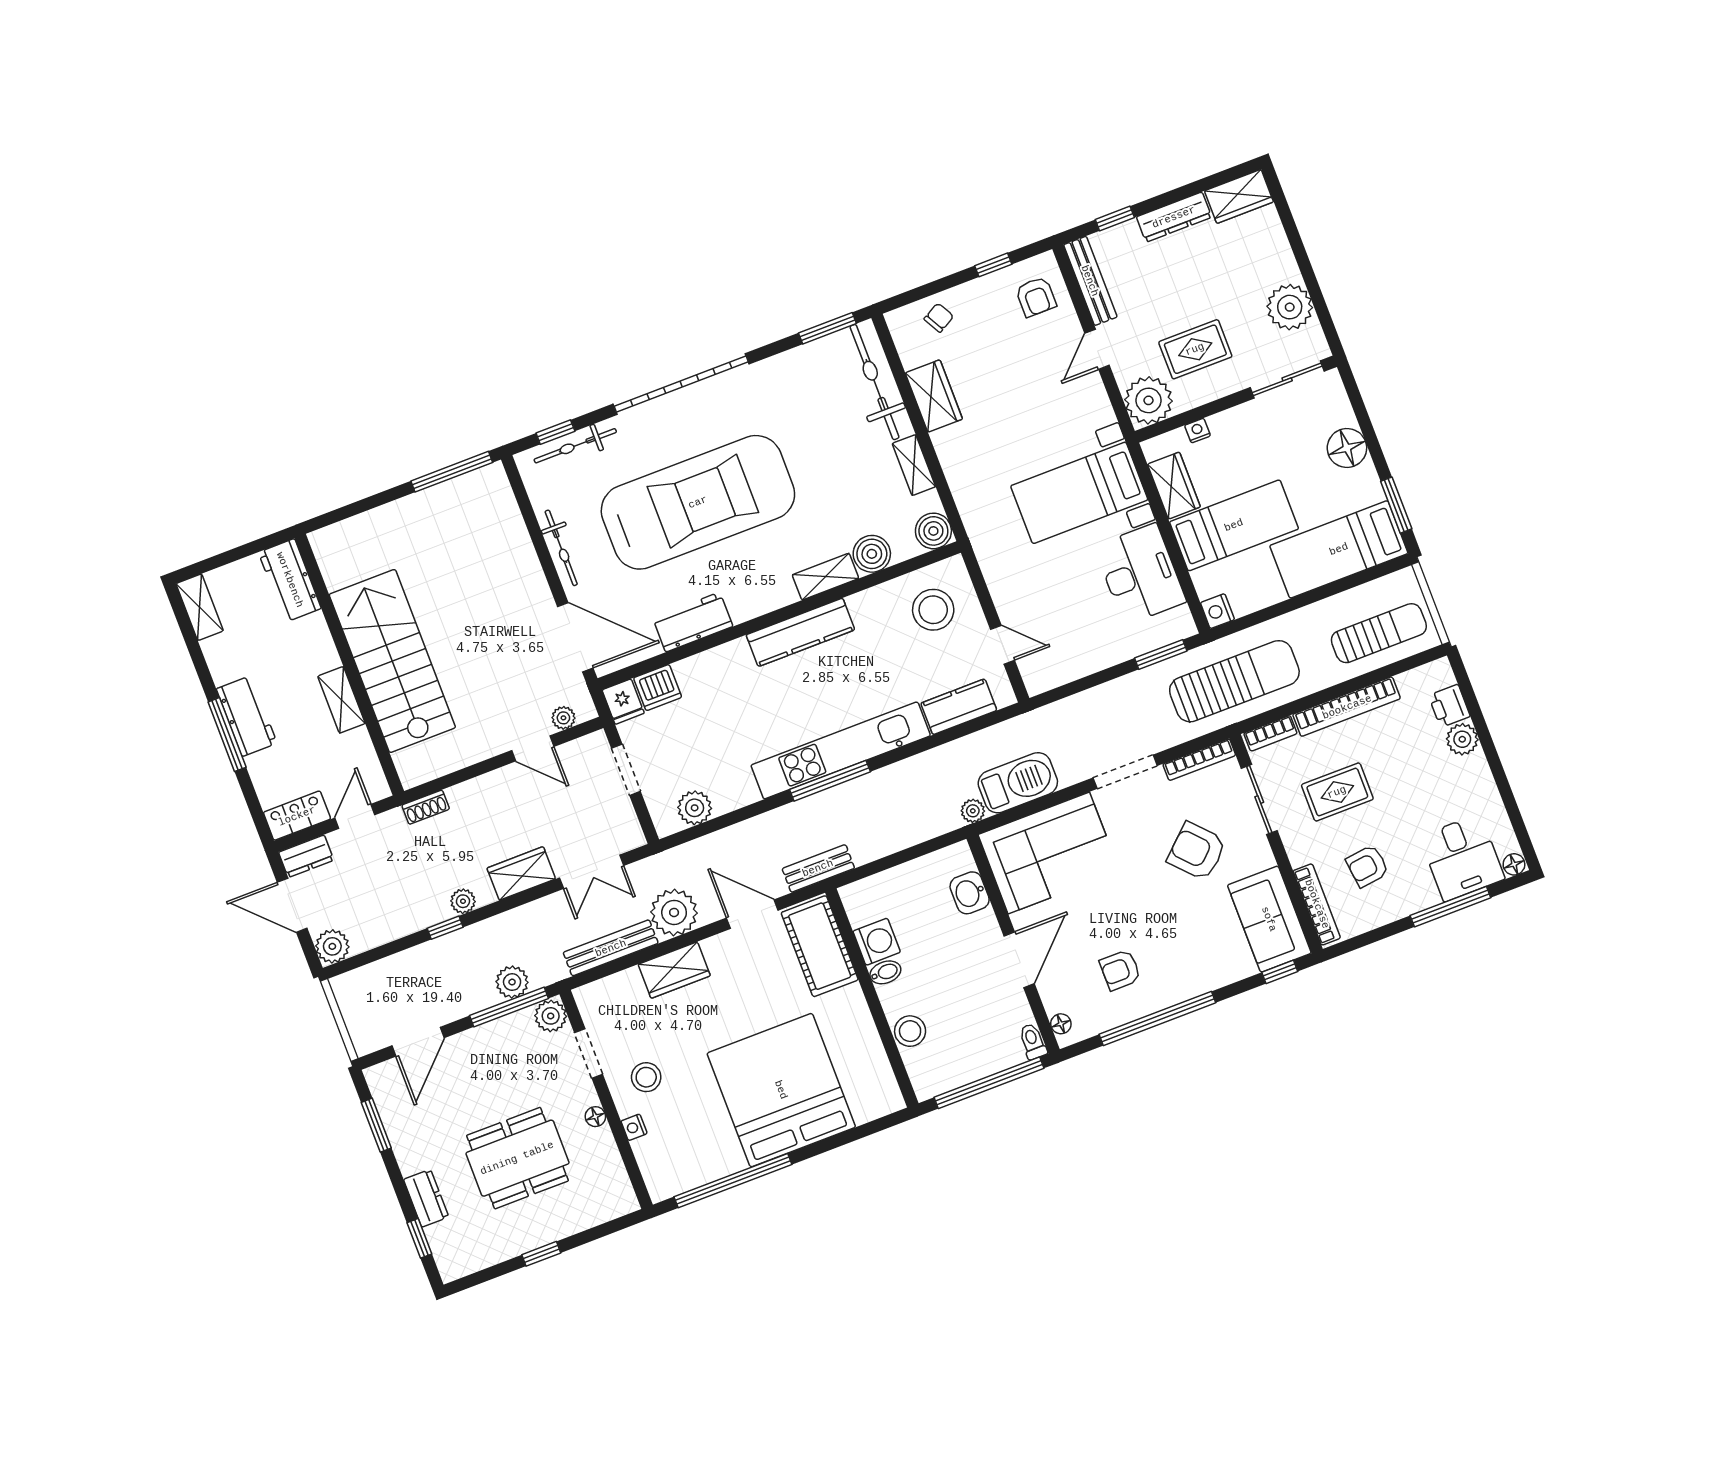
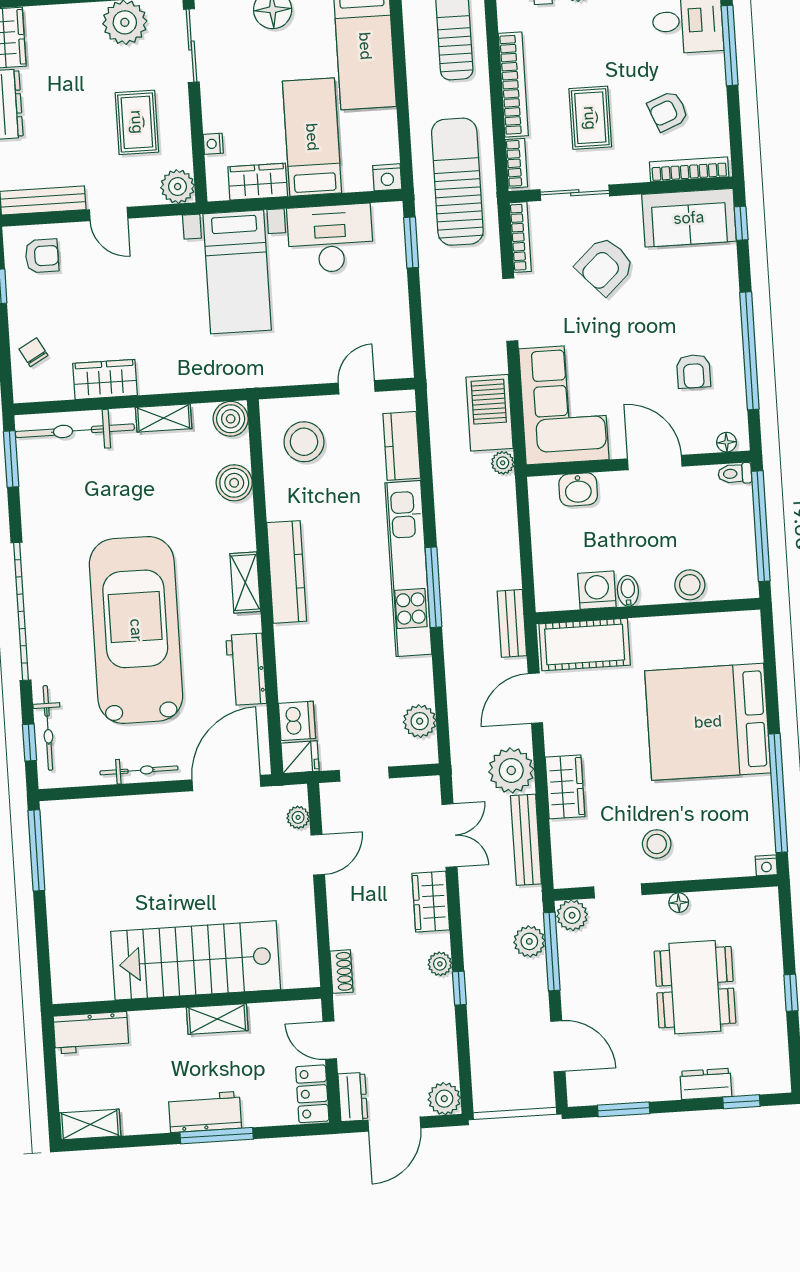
plant: (1149, 400) -> (178, 187), width x0.73, depth x0.73
shelving: (825, 577) -> (245, 583), moved
armchair: (1367, 866) -> (668, 111), turned 75
nightstand: (634, 1127) -> (766, 865), moved

